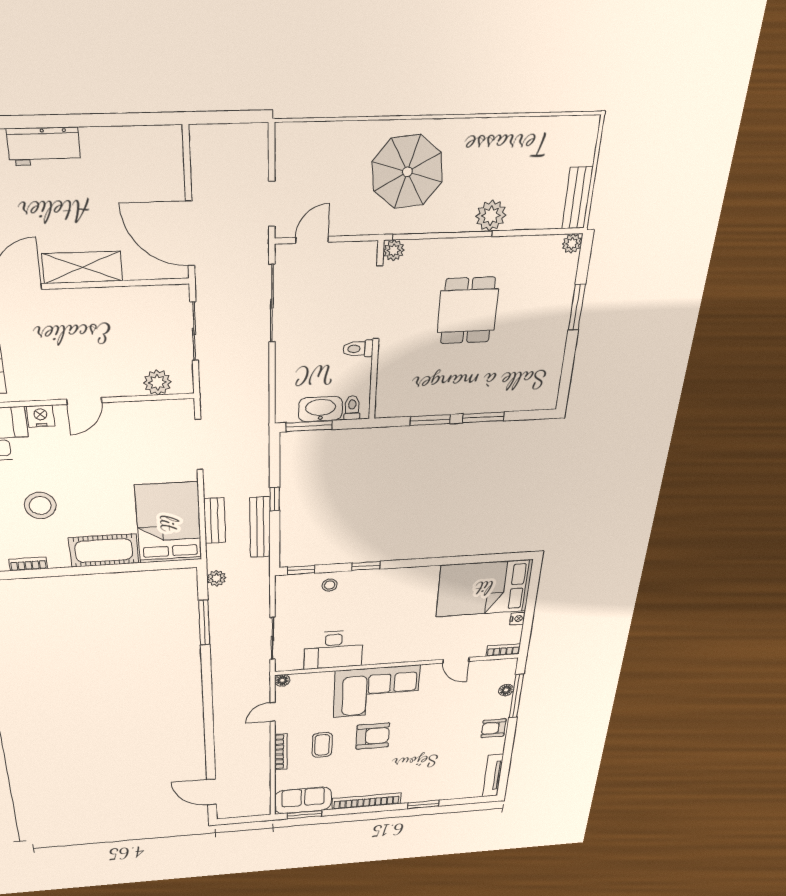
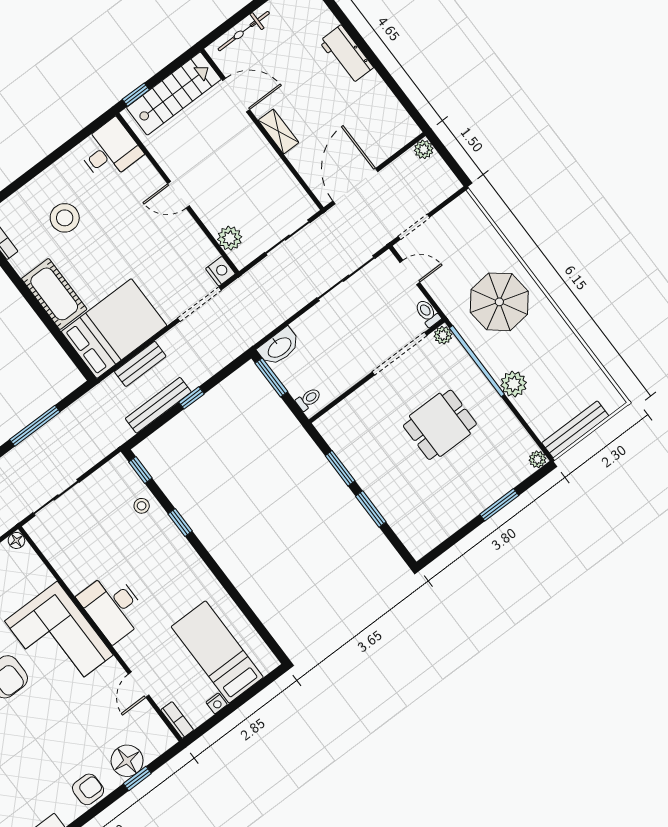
bench: (577, 198) -> (575, 429), width x1.36
shelving: (82, 267) -> (278, 131), width x0.67, depth x0.75
toilet: (358, 349) -> (427, 313), moved
washbasin: (320, 409) -> (279, 347), moved, turned 90
nightstand: (41, 416) -> (220, 271), moved
plant: (217, 578) -> (424, 149), moved
bed: (484, 588) -> (217, 652), width x0.67
desk: (333, 650) -> (113, 607), moved
floor lamp: (506, 690) -> (127, 761), width x1.89, depth x1.89
window: (516, 696) -> (137, 779), width x0.46
armchair: (494, 728) -> (88, 789), turned 90

